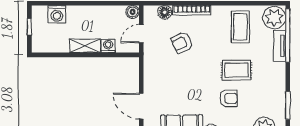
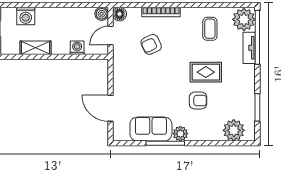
floor lamp: (165, 12) -> (120, 14), moved
coffee table: (240, 27) -> (210, 29), width x0.73, depth x0.77
shelving: (85, 46) -> (35, 48), moved

